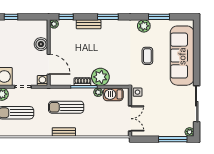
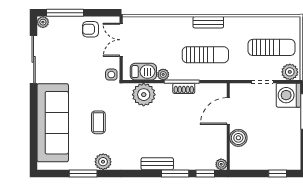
window: (108, 17) -> (175, 173), moved
bench: (89, 24) -> (157, 164), moved
door: (49, 64) -> (228, 111), hinge flipped
plant: (100, 77) -> (144, 95), moved
washing machine: (42, 81) -> (236, 90), removed
armchair: (153, 127) -> (90, 29), added

